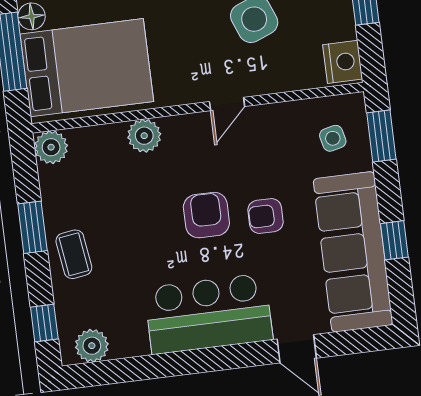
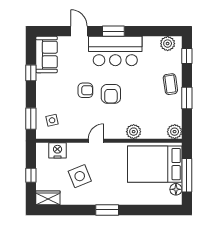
nightstand: (343, 62) -> (58, 150), moved, turned 90
sofa: (353, 252) -> (47, 54), width x0.54, depth x0.79
window: (219, 358) -> (113, 31), added

